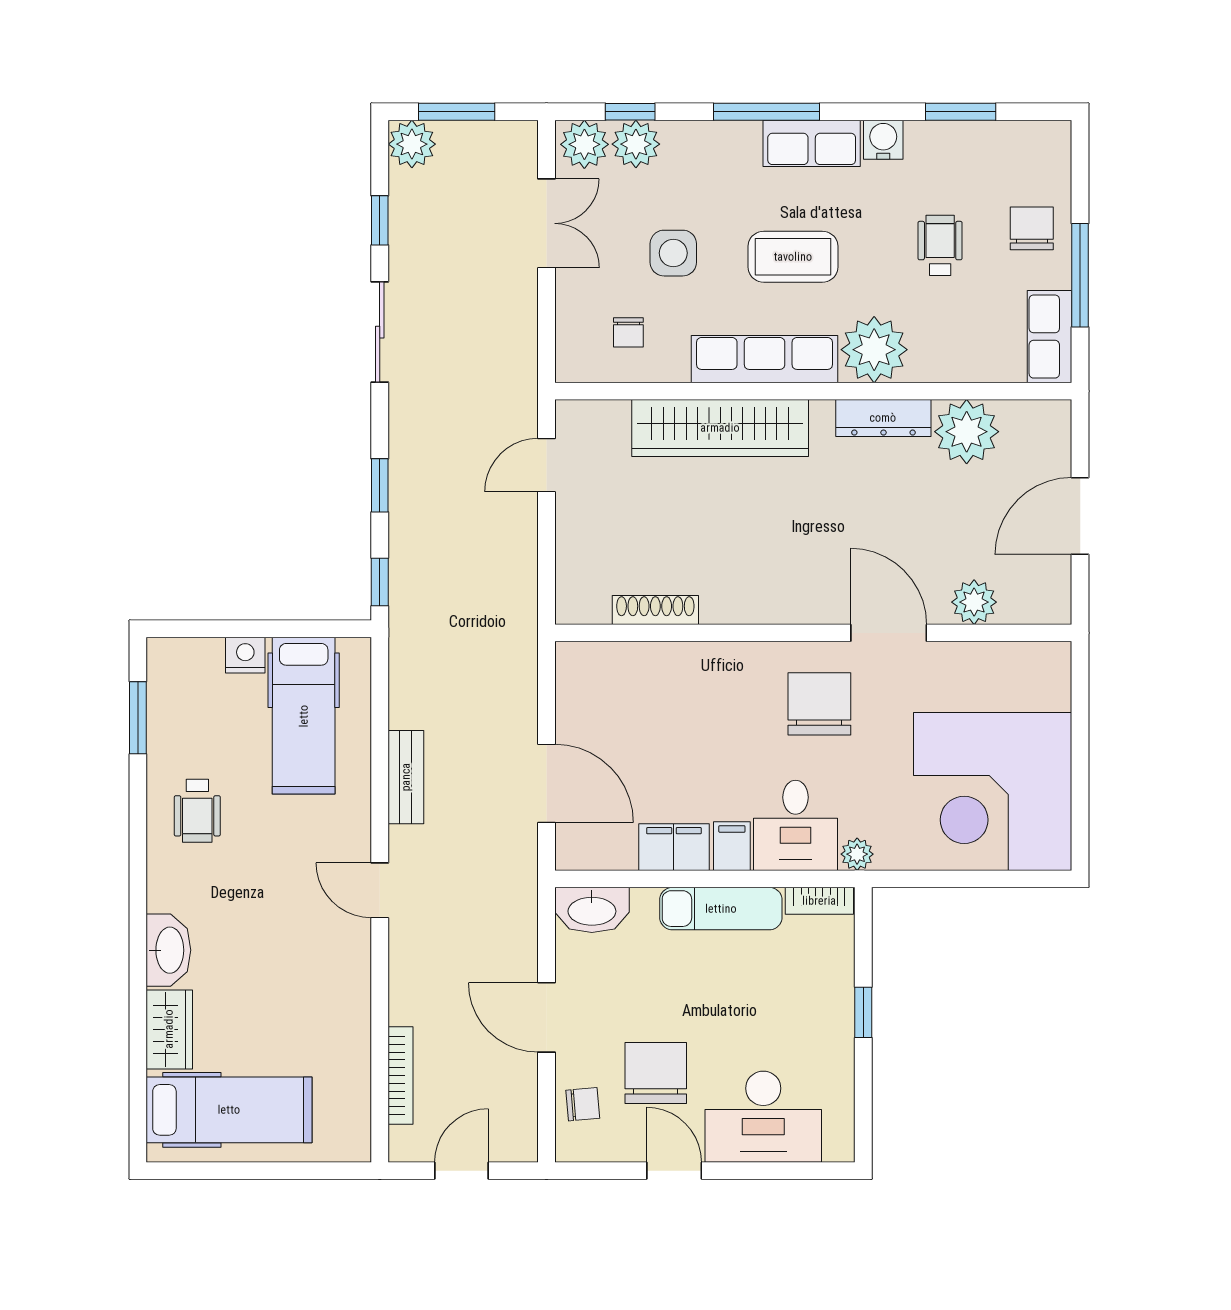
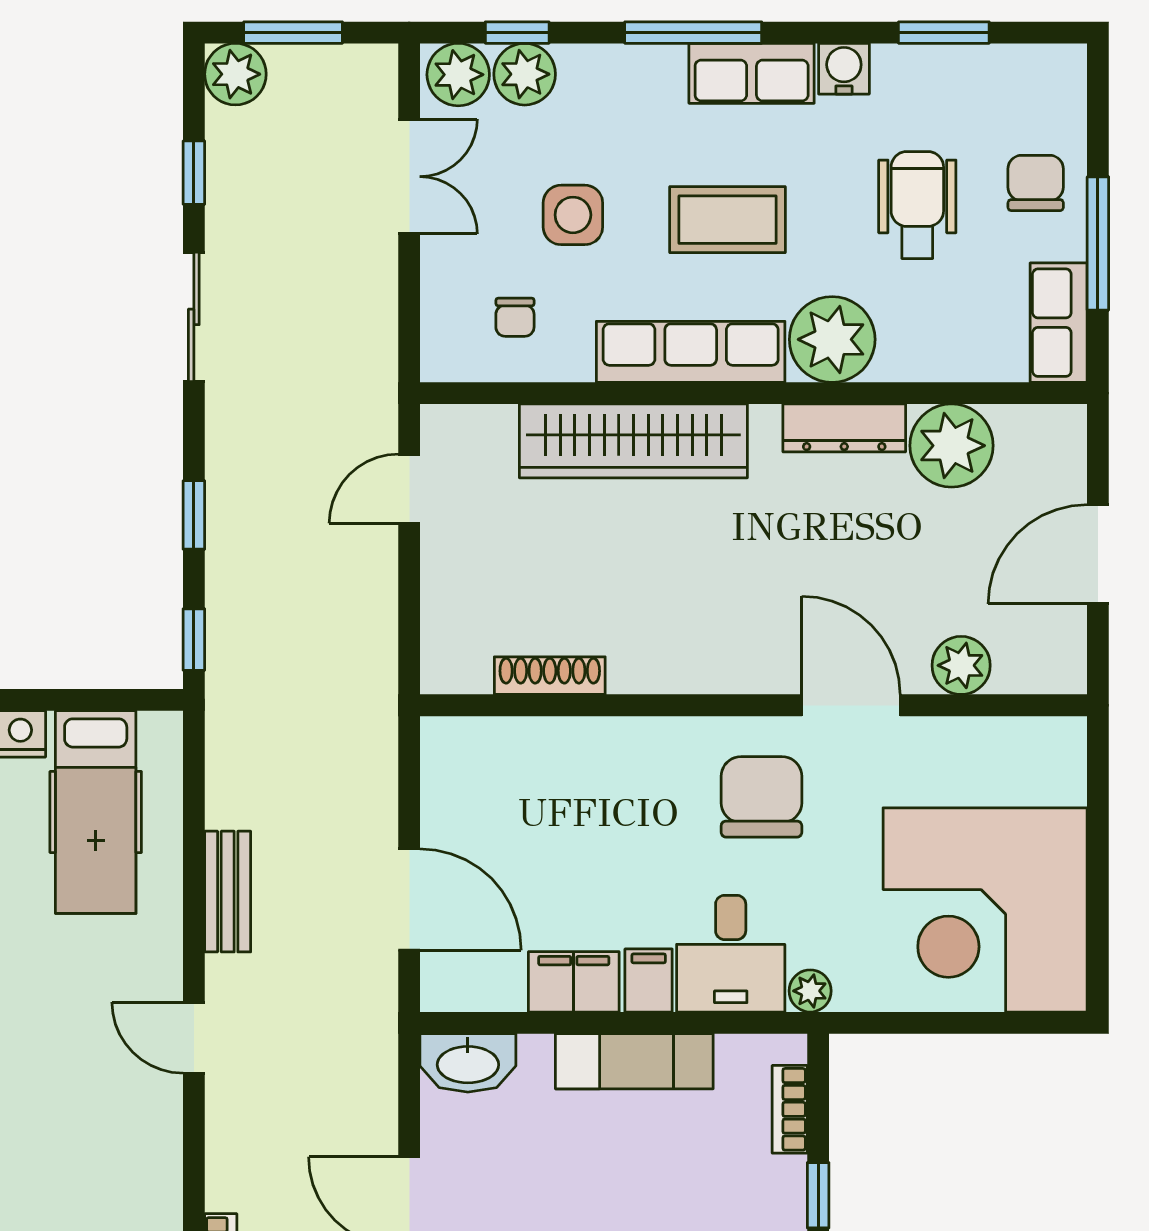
wheelchair: (940, 245) -> (917, 205), width x1.36, depth x1.37
bookcase: (819, 901) -> (790, 1109), moved, turned 90

